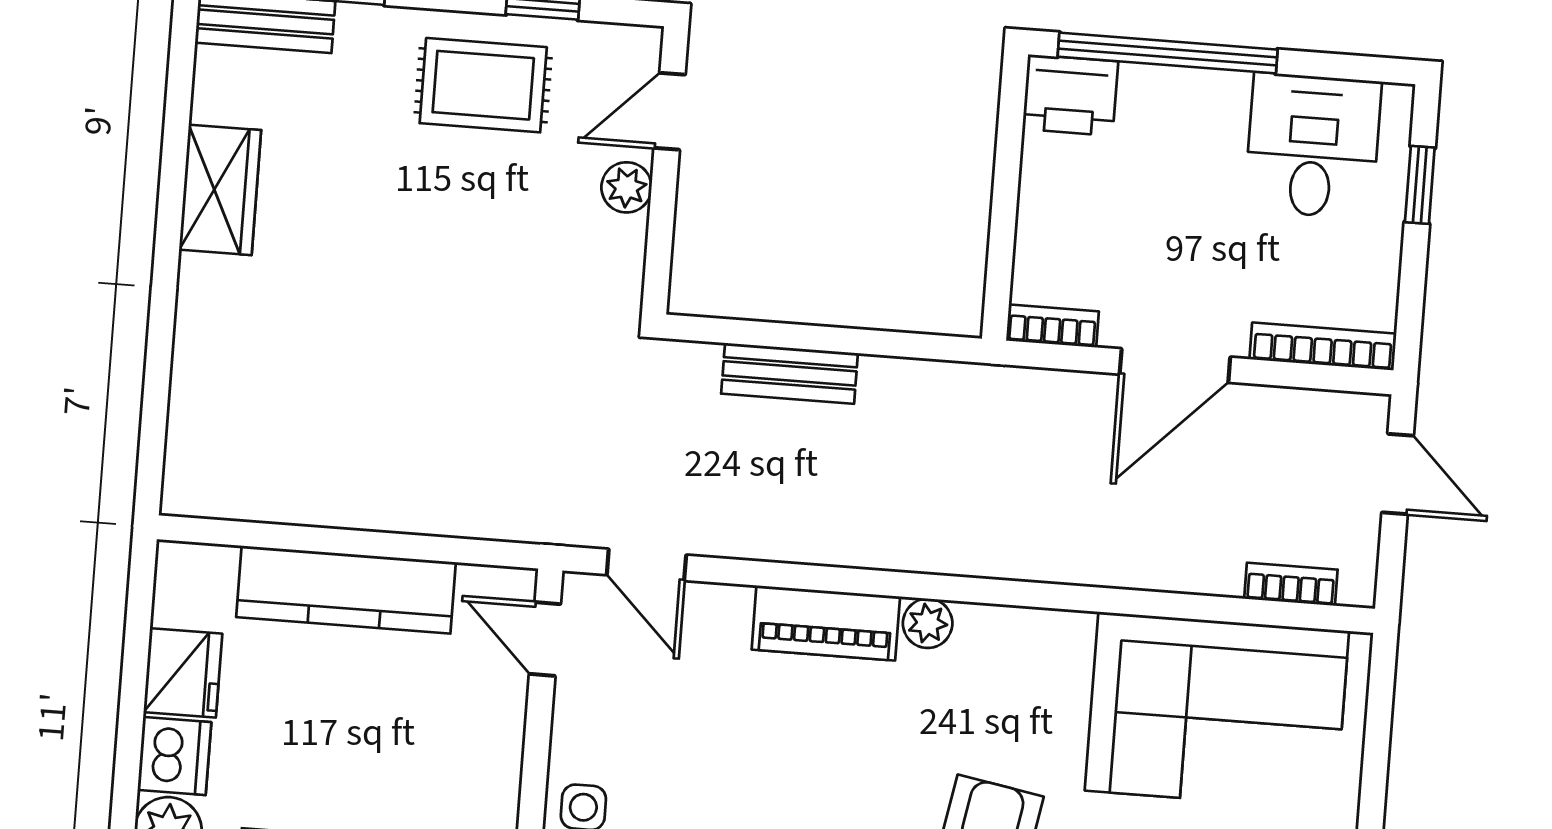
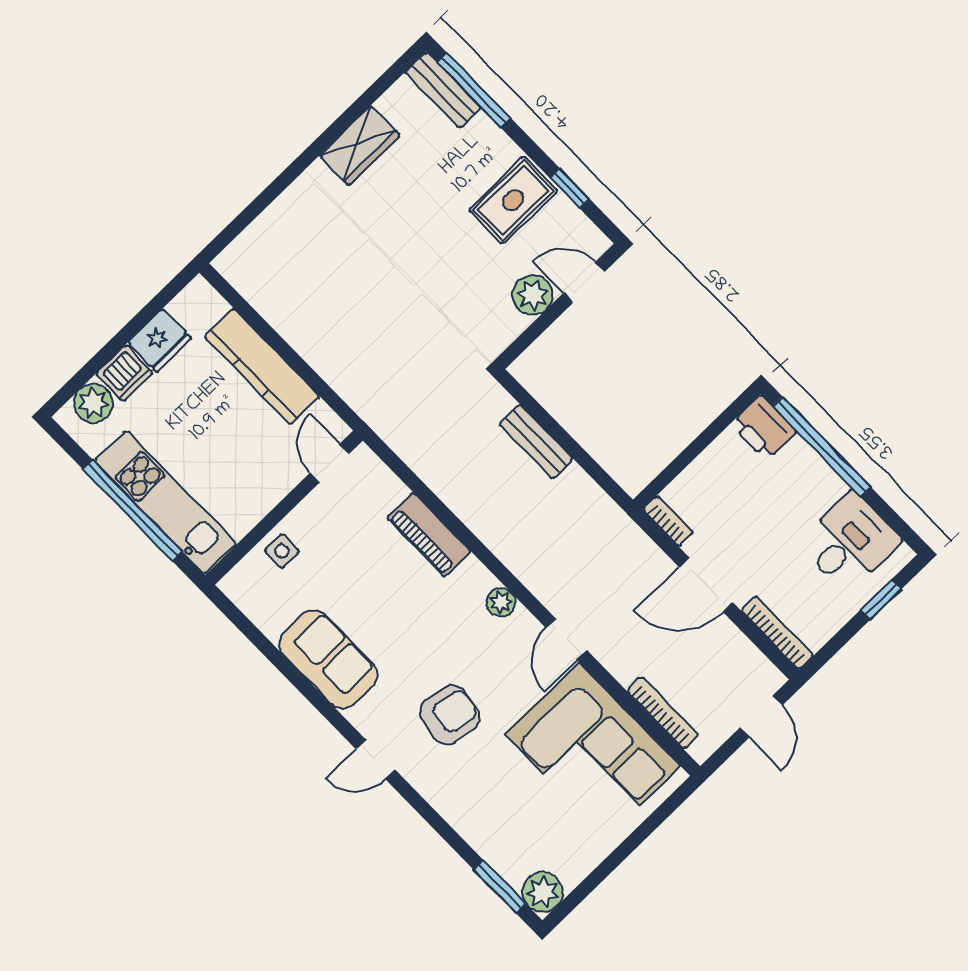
rug: (483, 85) -> (513, 200), turned 90
plant: (627, 187) -> (533, 295), width x1.38, depth x1.38
door: (646, 565) -> (566, 639), moved
bookcase: (1291, 584) -> (663, 713), width x1.56
piano: (826, 623) -> (429, 535), moved

